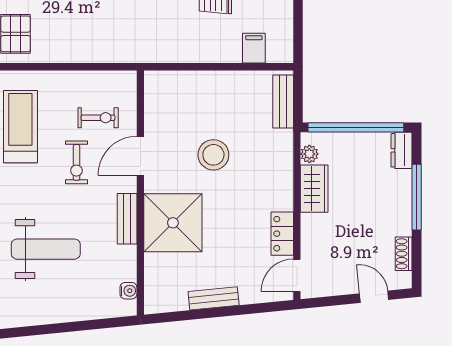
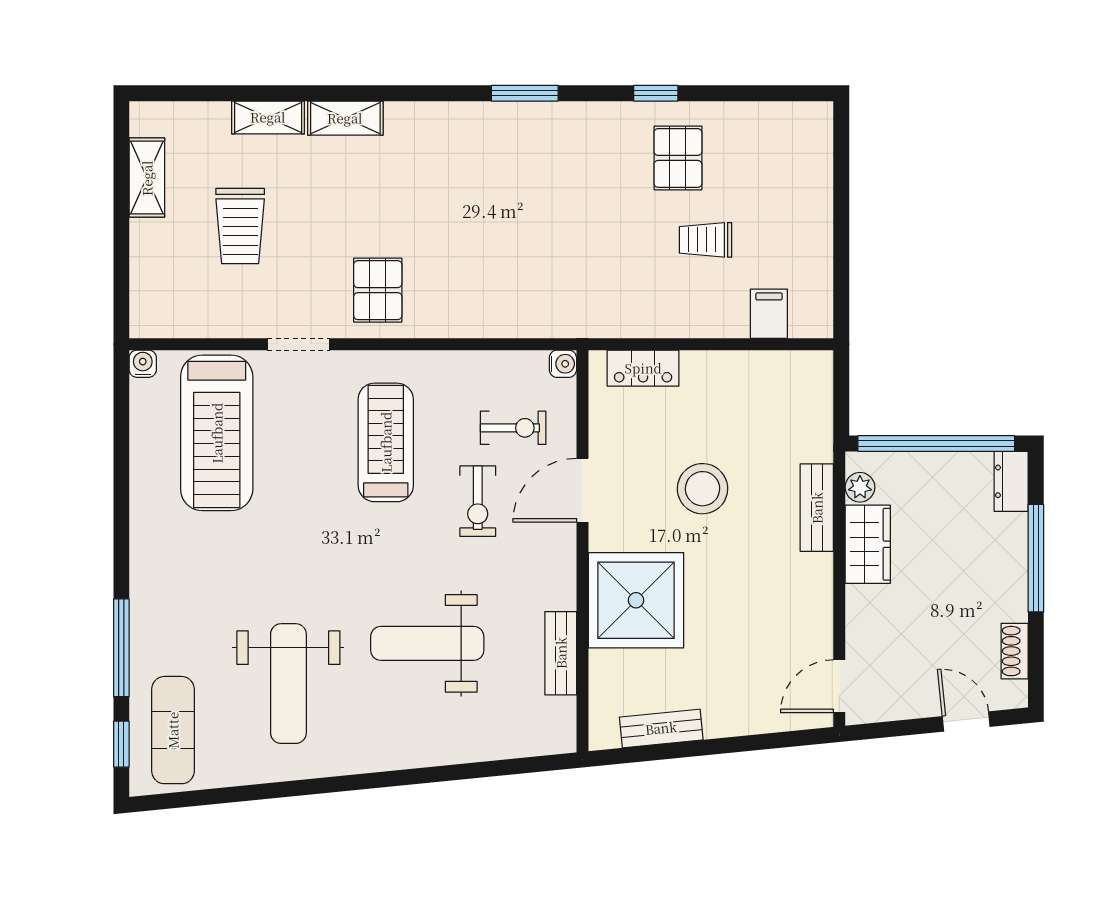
bench: (283, 101) -> (817, 508), moved
bench: (127, 219) -> (561, 653), moved
locker: (282, 234) -> (643, 368), moved, turned -90
weight bench: (46, 249) -> (427, 643), turned 180
water cooler: (128, 291) -> (563, 364), moved
bench: (214, 298) -> (661, 728), moved

